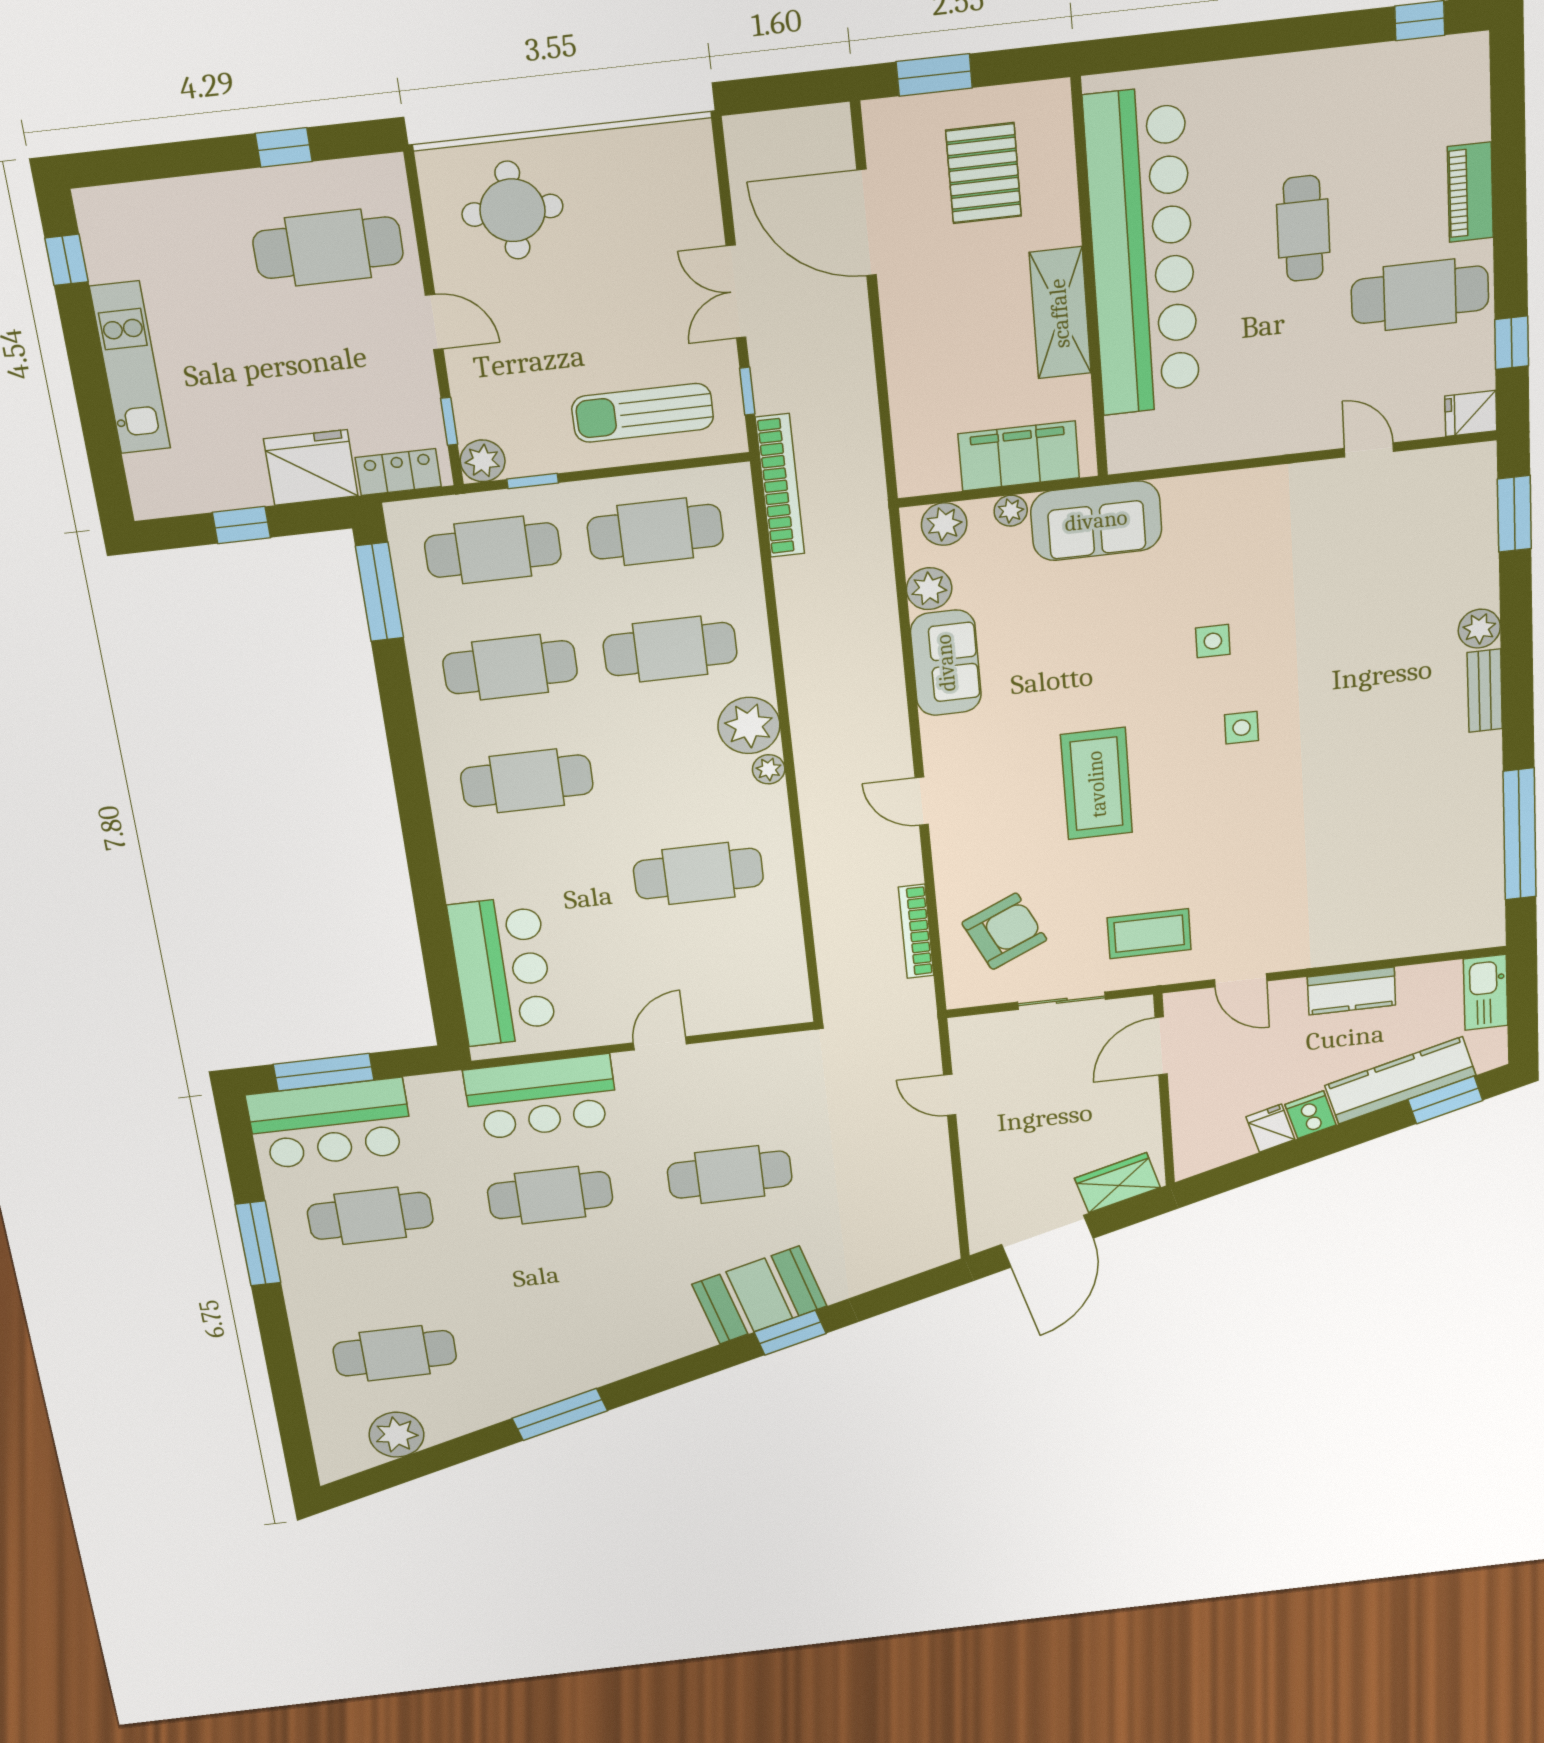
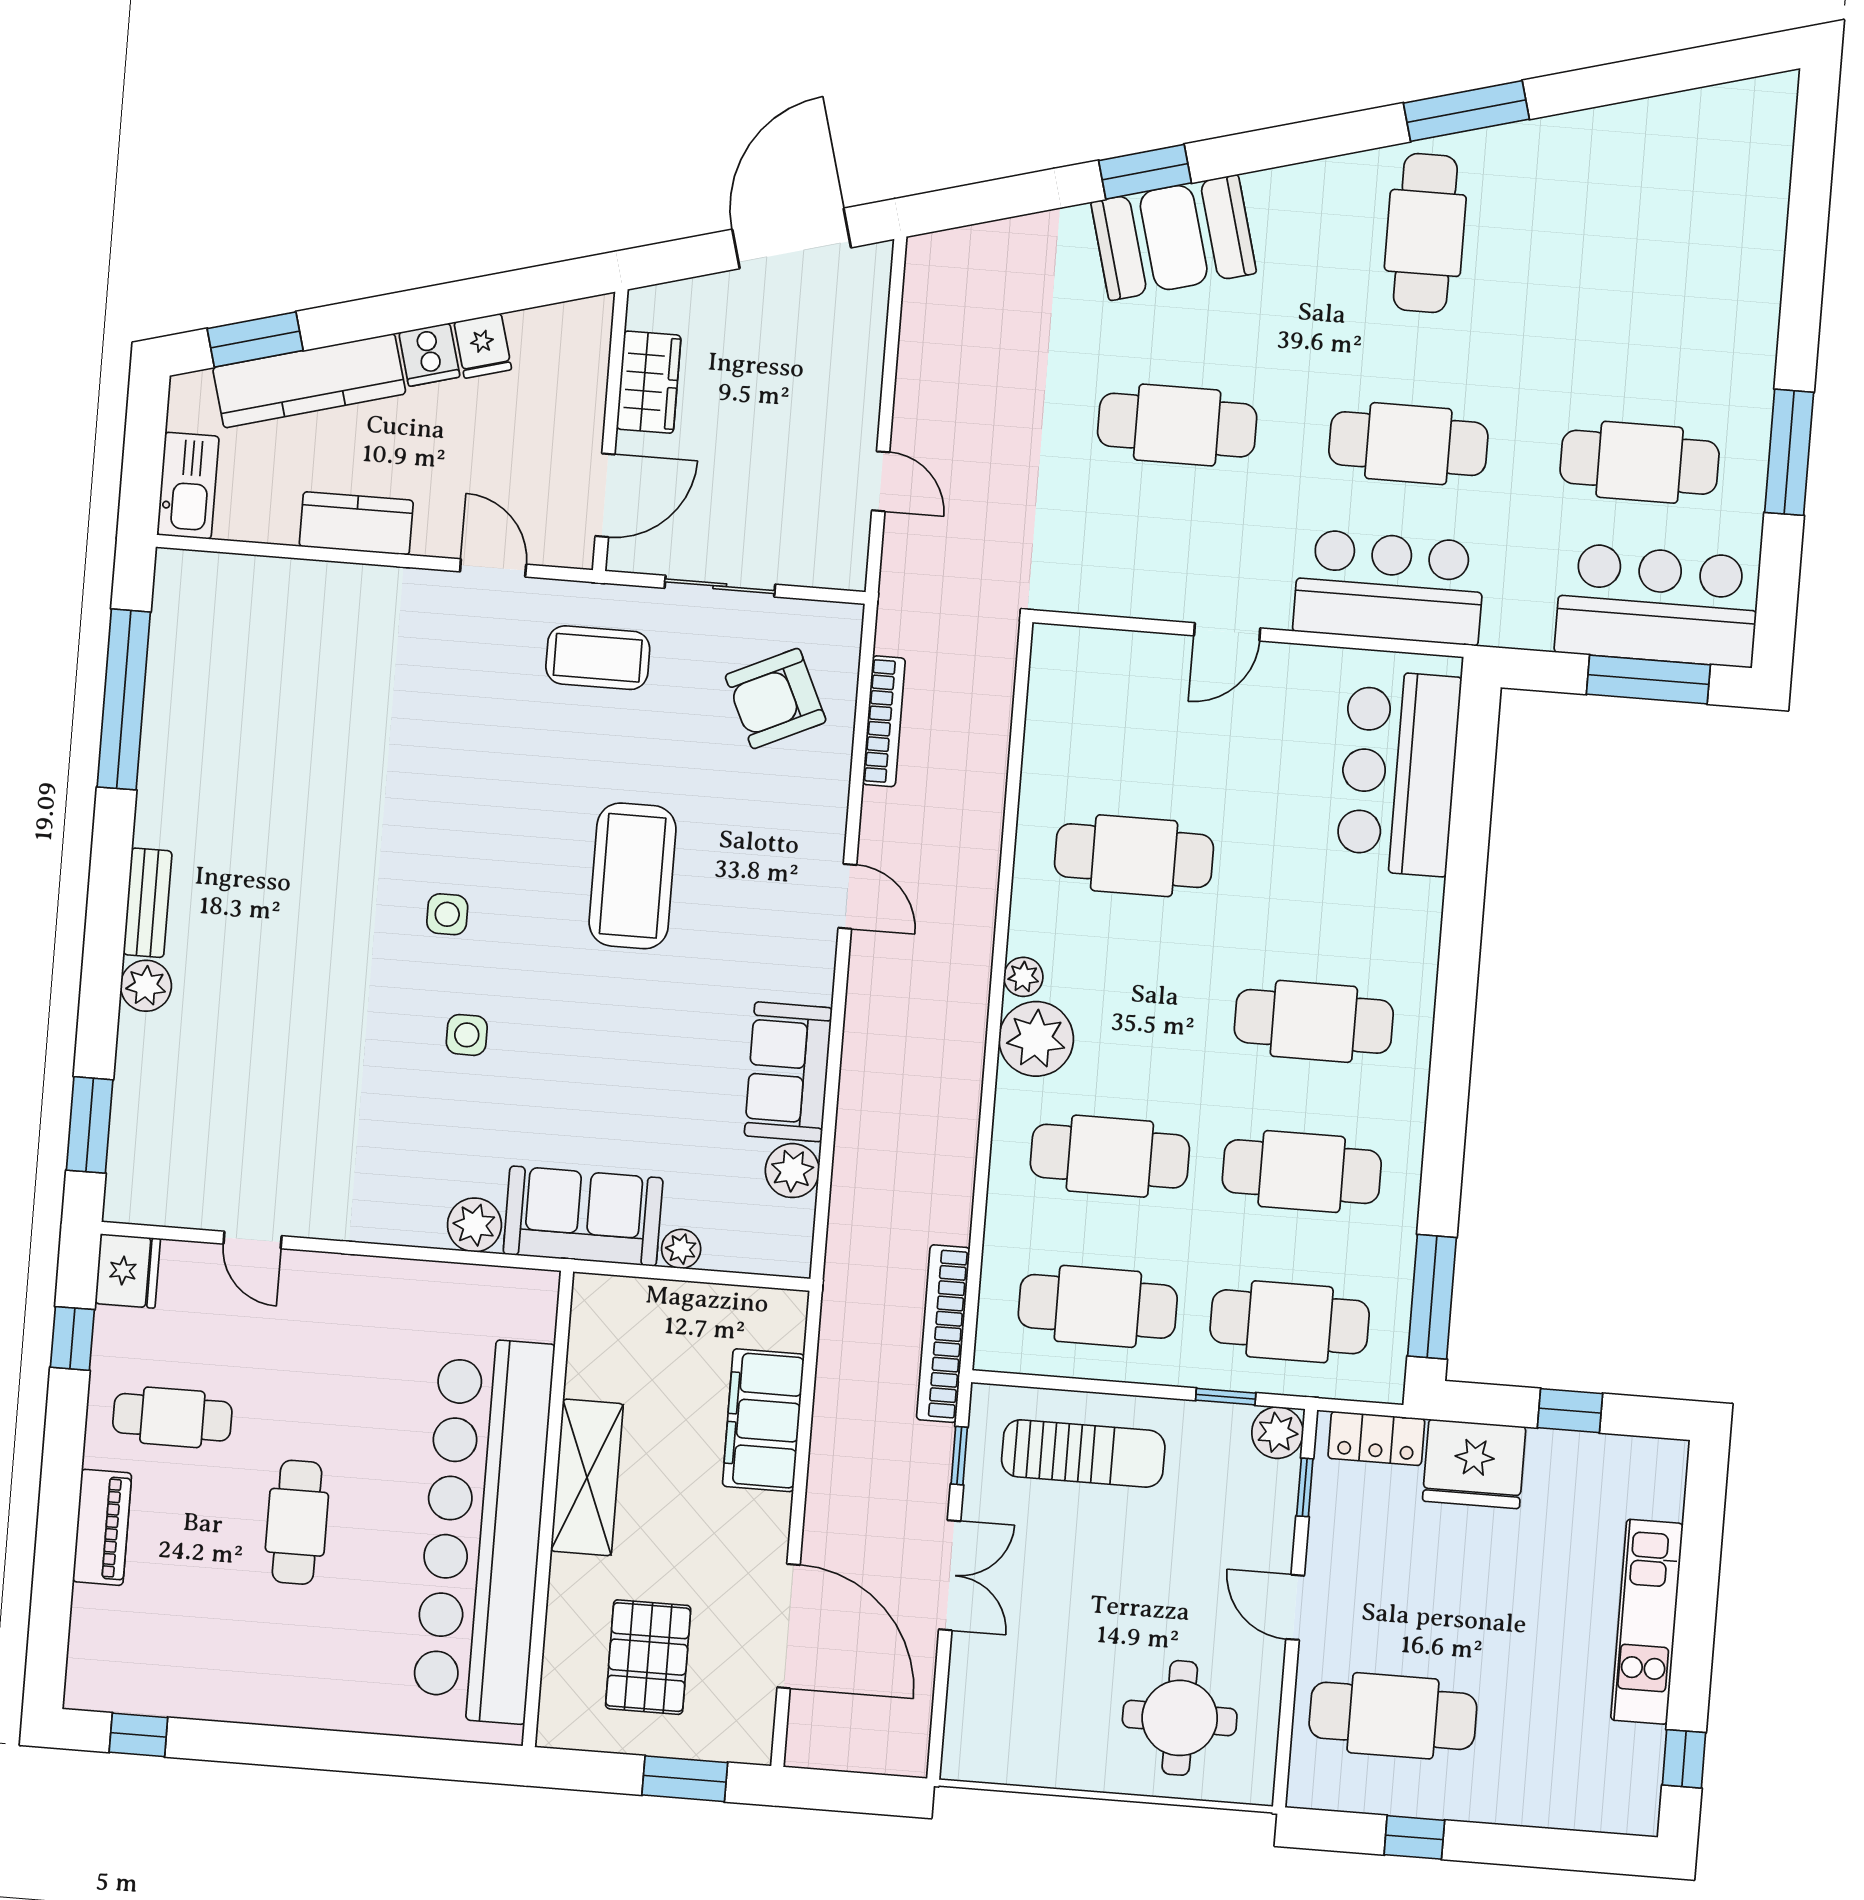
cafe table: (1420, 295) -> (172, 1417), width x0.73, depth x0.74
fridge: (1471, 413) -> (128, 1271), width x1.38
filing cabinet: (1019, 456) -> (763, 1420), moved, turned 90
plant: (944, 524) -> (474, 1225), moved
wardrobe: (1117, 1183) -> (649, 382), moved, turned -75
cafe table: (395, 1353) -> (1425, 233), moved, turned 90
plant: (397, 1435) -> (1683, 126), removed

